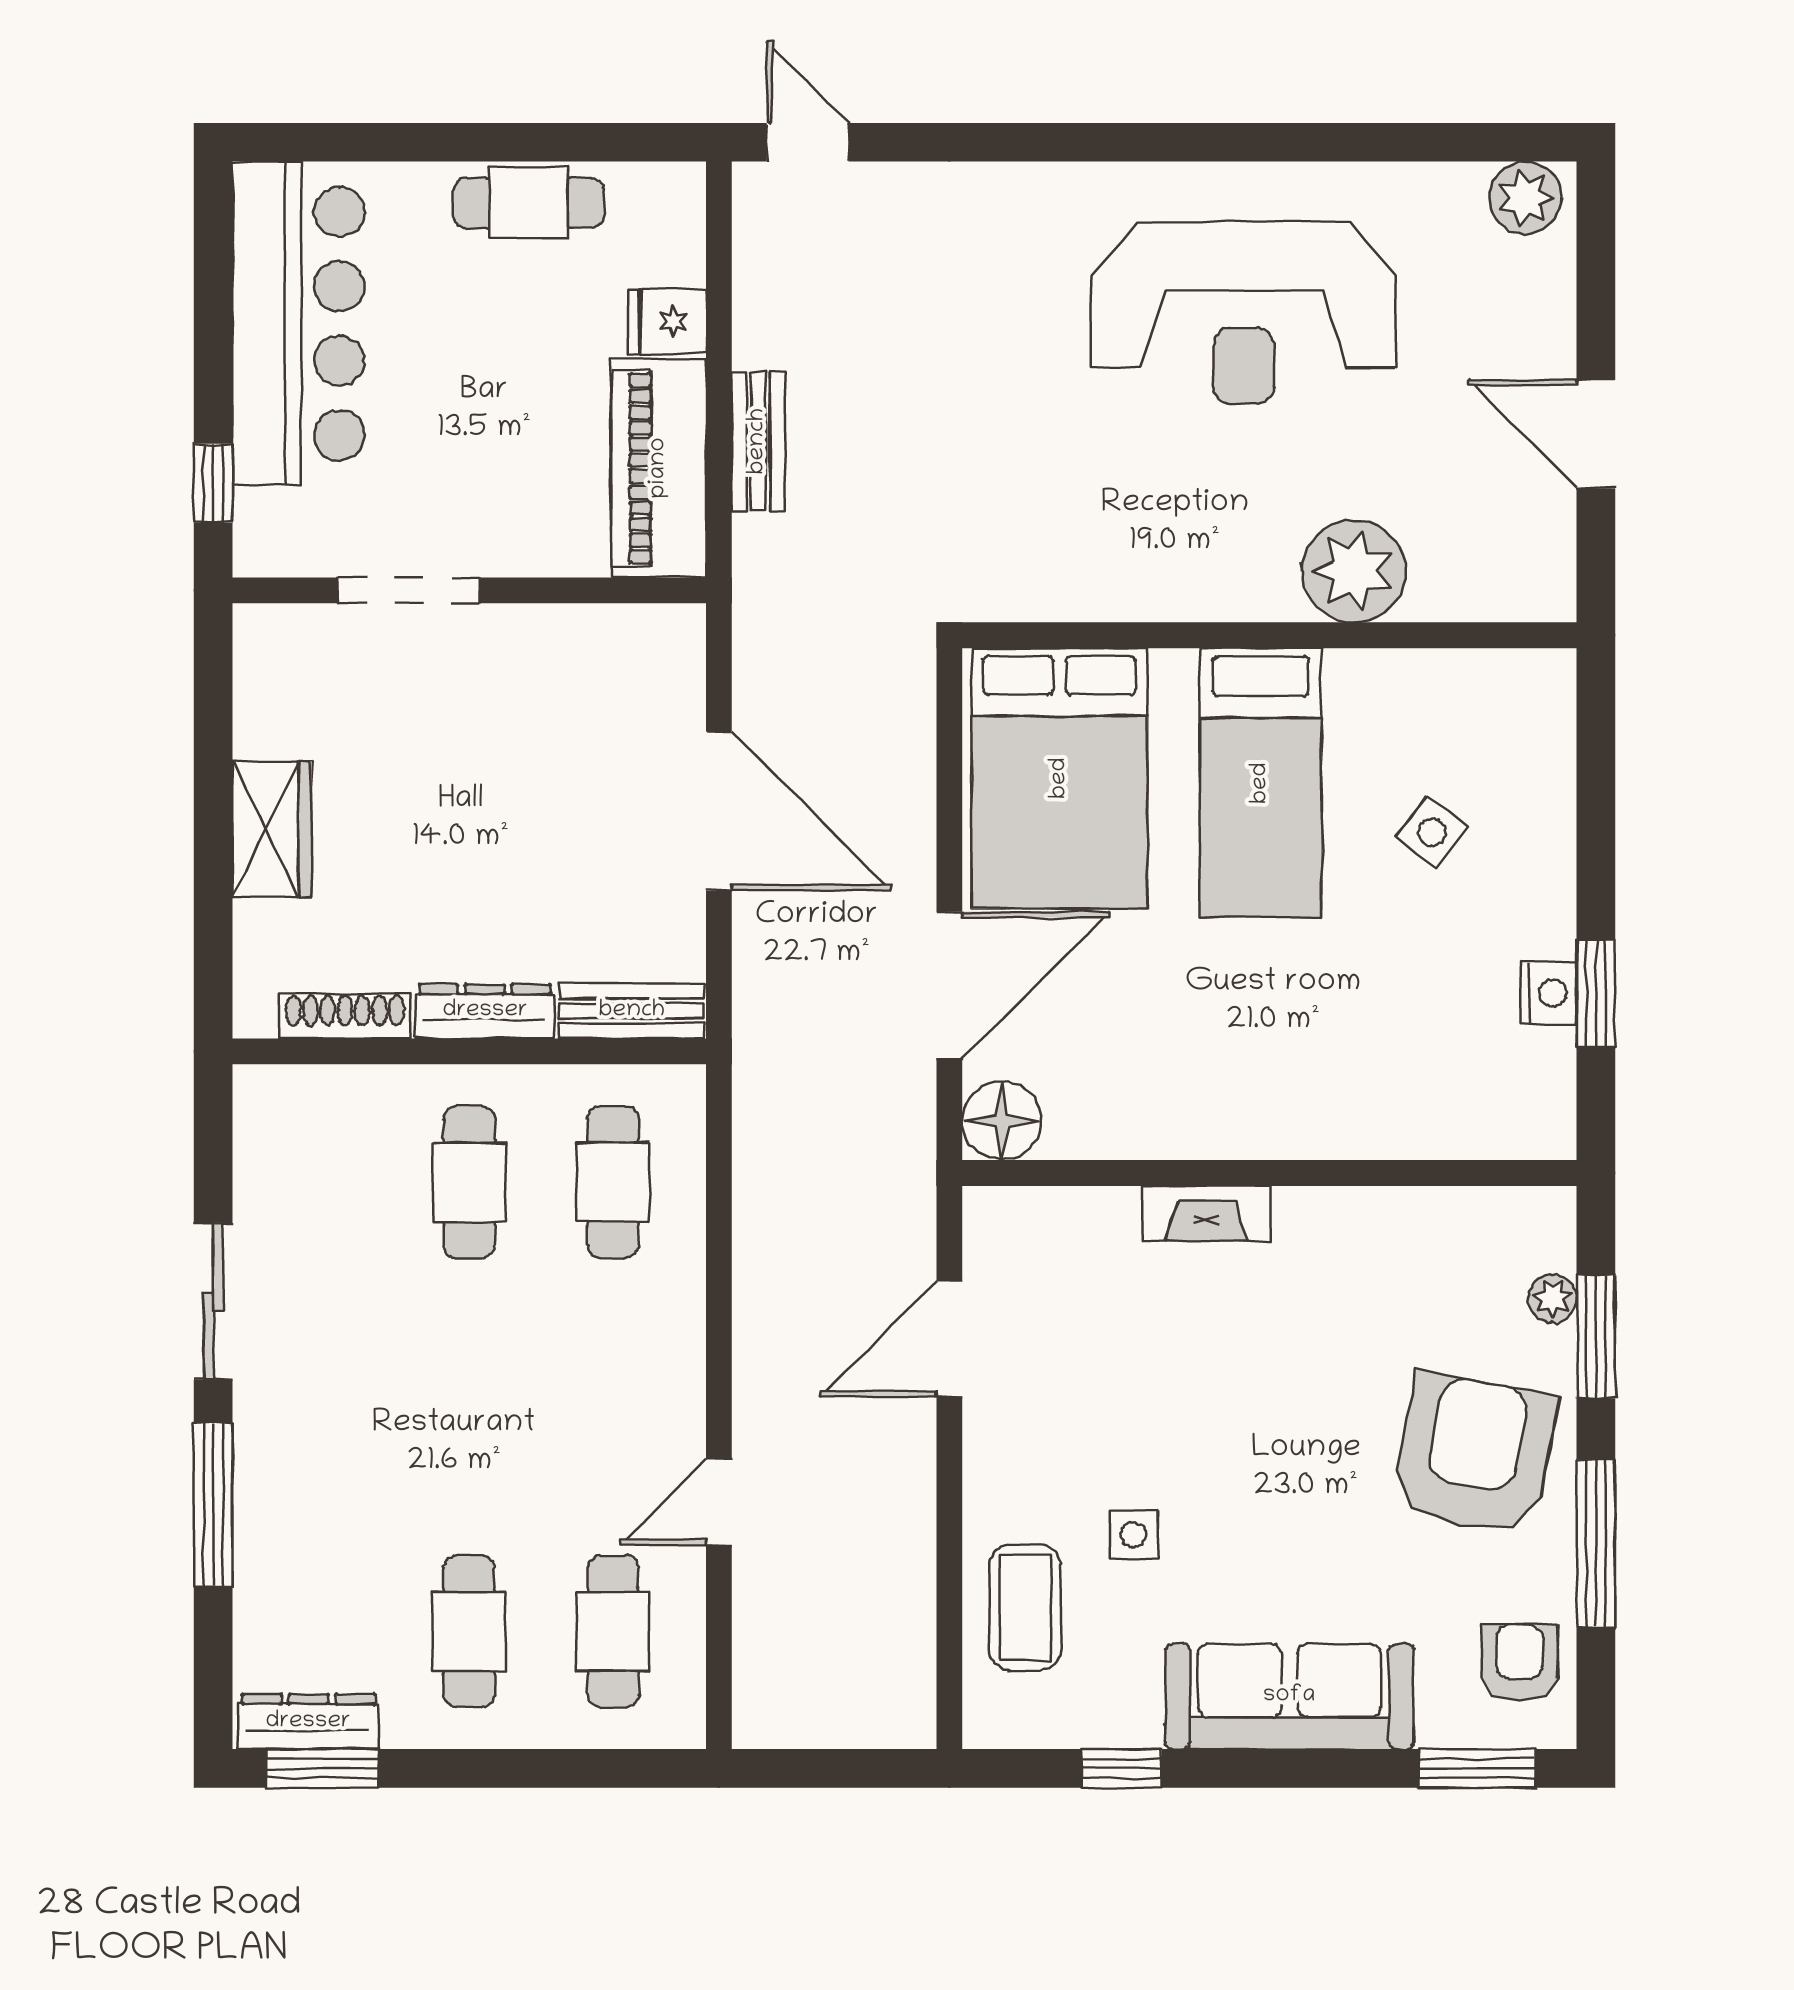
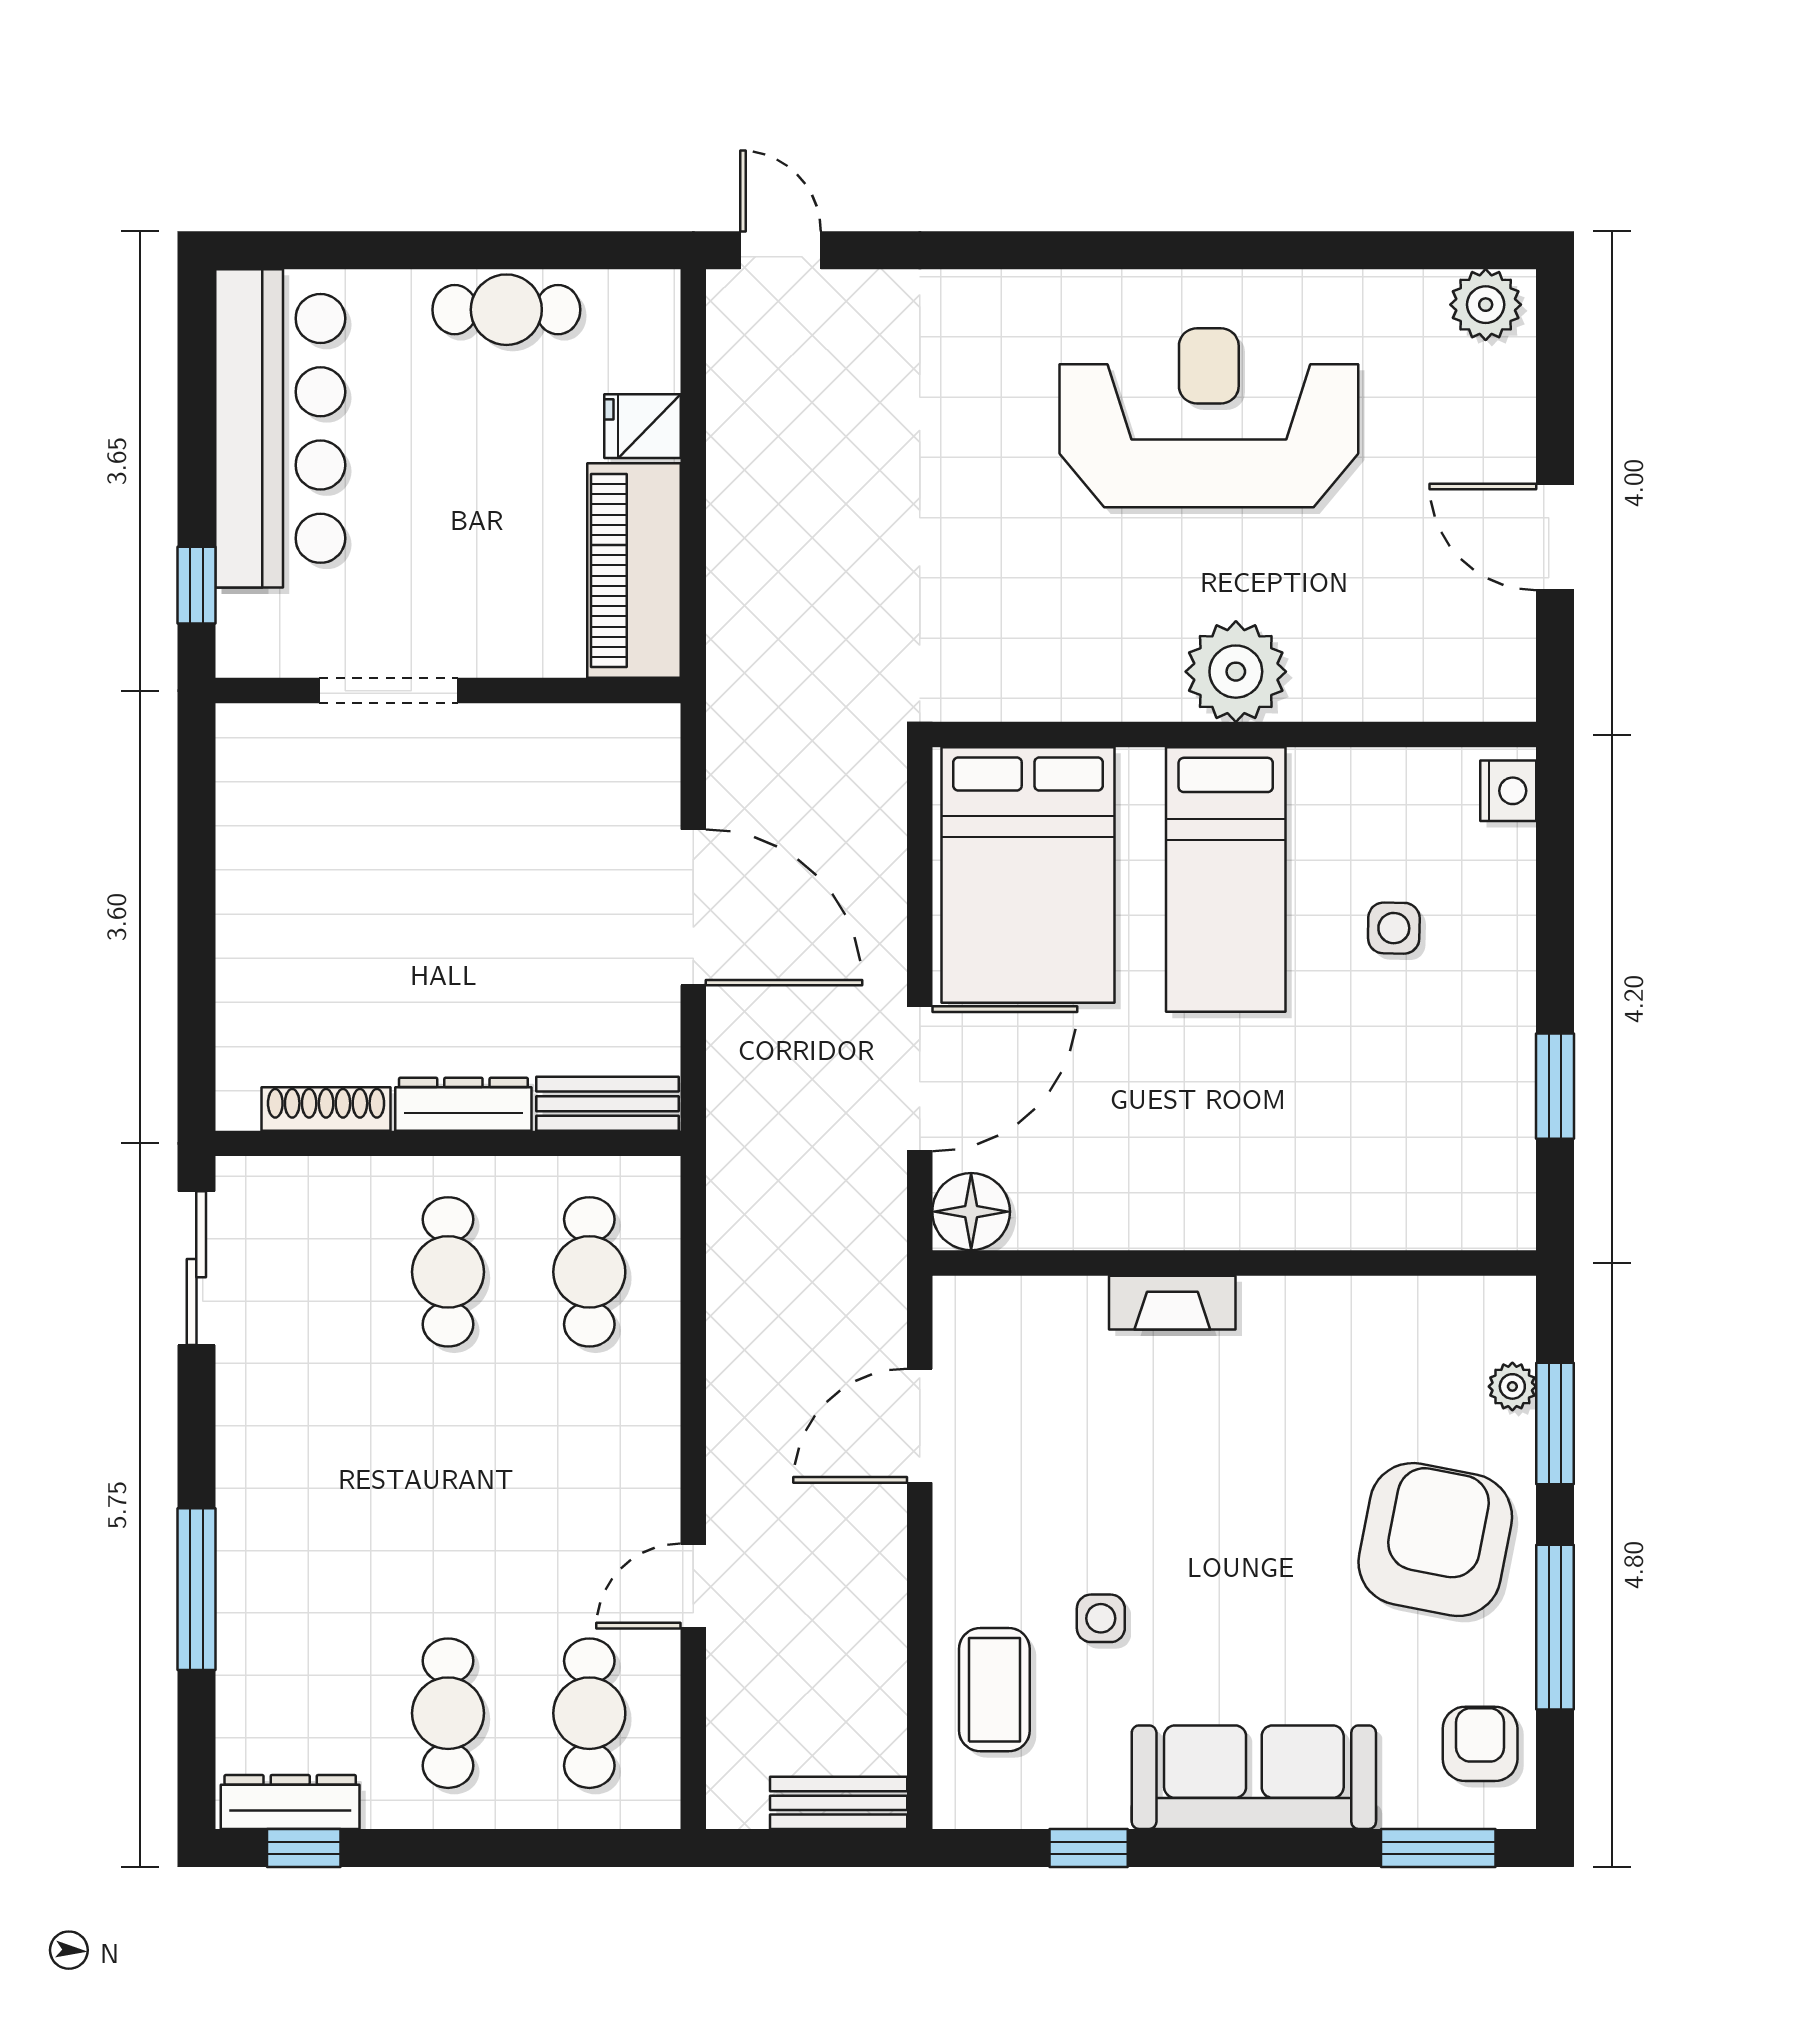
reception desk: (1244, 313) -> (1209, 418), turned 180
bench: (758, 441) -> (839, 1803), moved, turned 90
plant: (1354, 571) -> (1236, 672), moved
wardrobe: (272, 829) -> (254, 925), removed
side table: (1432, 832) -> (1394, 928), turned -36
nightstand: (1548, 993) -> (1508, 791), moved
sliding door: (213, 1301) -> (196, 1268), moved
window: (322, 1768) -> (304, 1848), width x0.67

